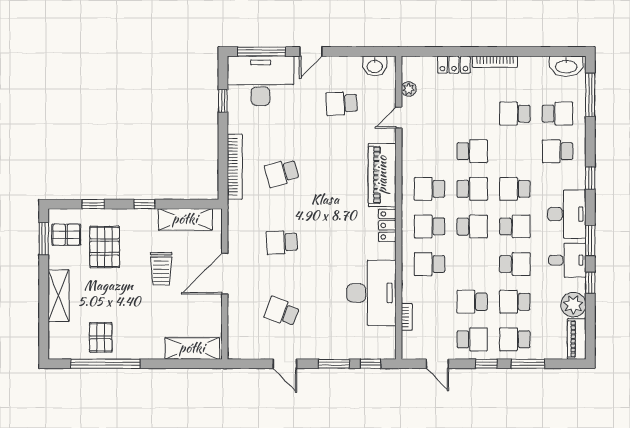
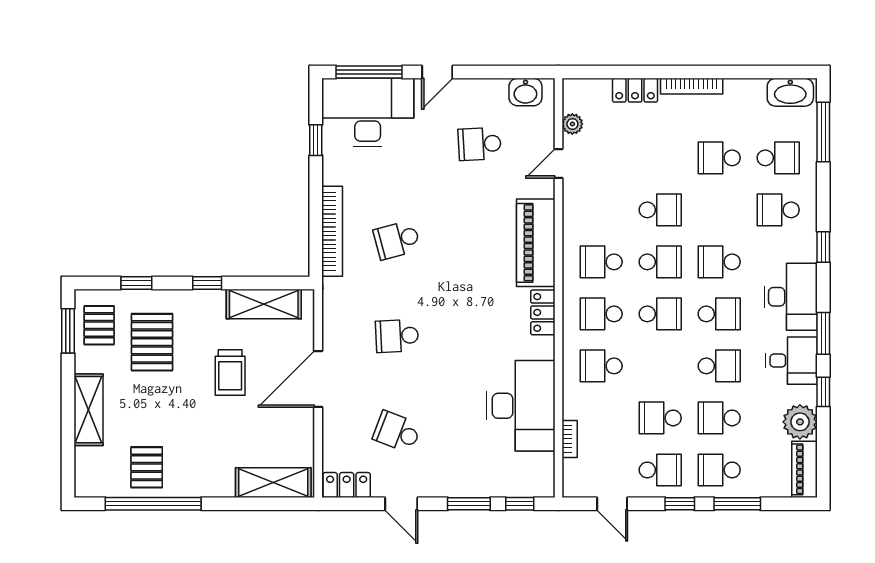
pallet: (66, 235) -> (99, 325), turned 90
locker: (245, 350) -> (347, 485), added

